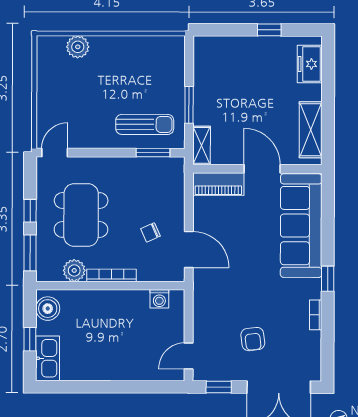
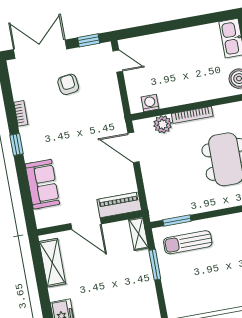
sofa: (301, 226) -> (42, 184), width x0.54, depth x0.79
chair: (151, 232) -> (167, 156), removed
plant: (74, 270) -> (163, 124), moved
door: (189, 356) -> (118, 61), hinge flipped

